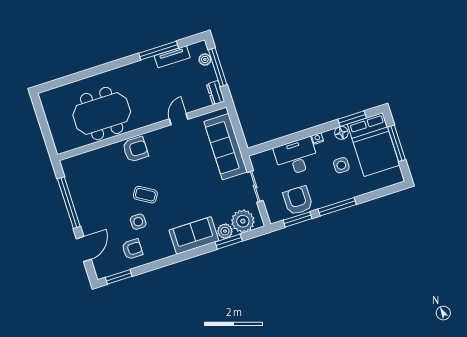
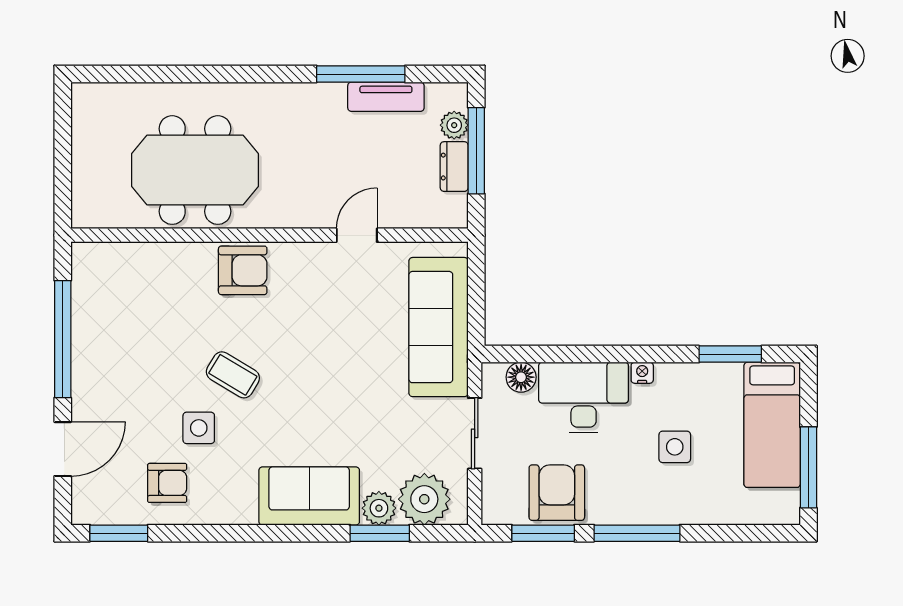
dresser: (215, 93) -> (454, 167), moved
floor lamp: (341, 133) -> (521, 377), moved
window: (396, 143) -> (808, 467), moved
bed: (373, 145) -> (772, 425), width x0.67

